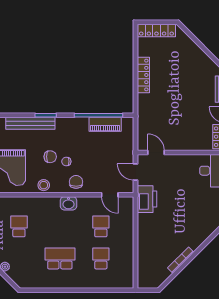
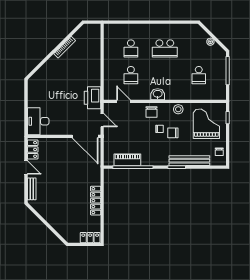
locker: (156, 30) -> (90, 238), width x0.66
door: (156, 152) -> (85, 136), width x1.87

